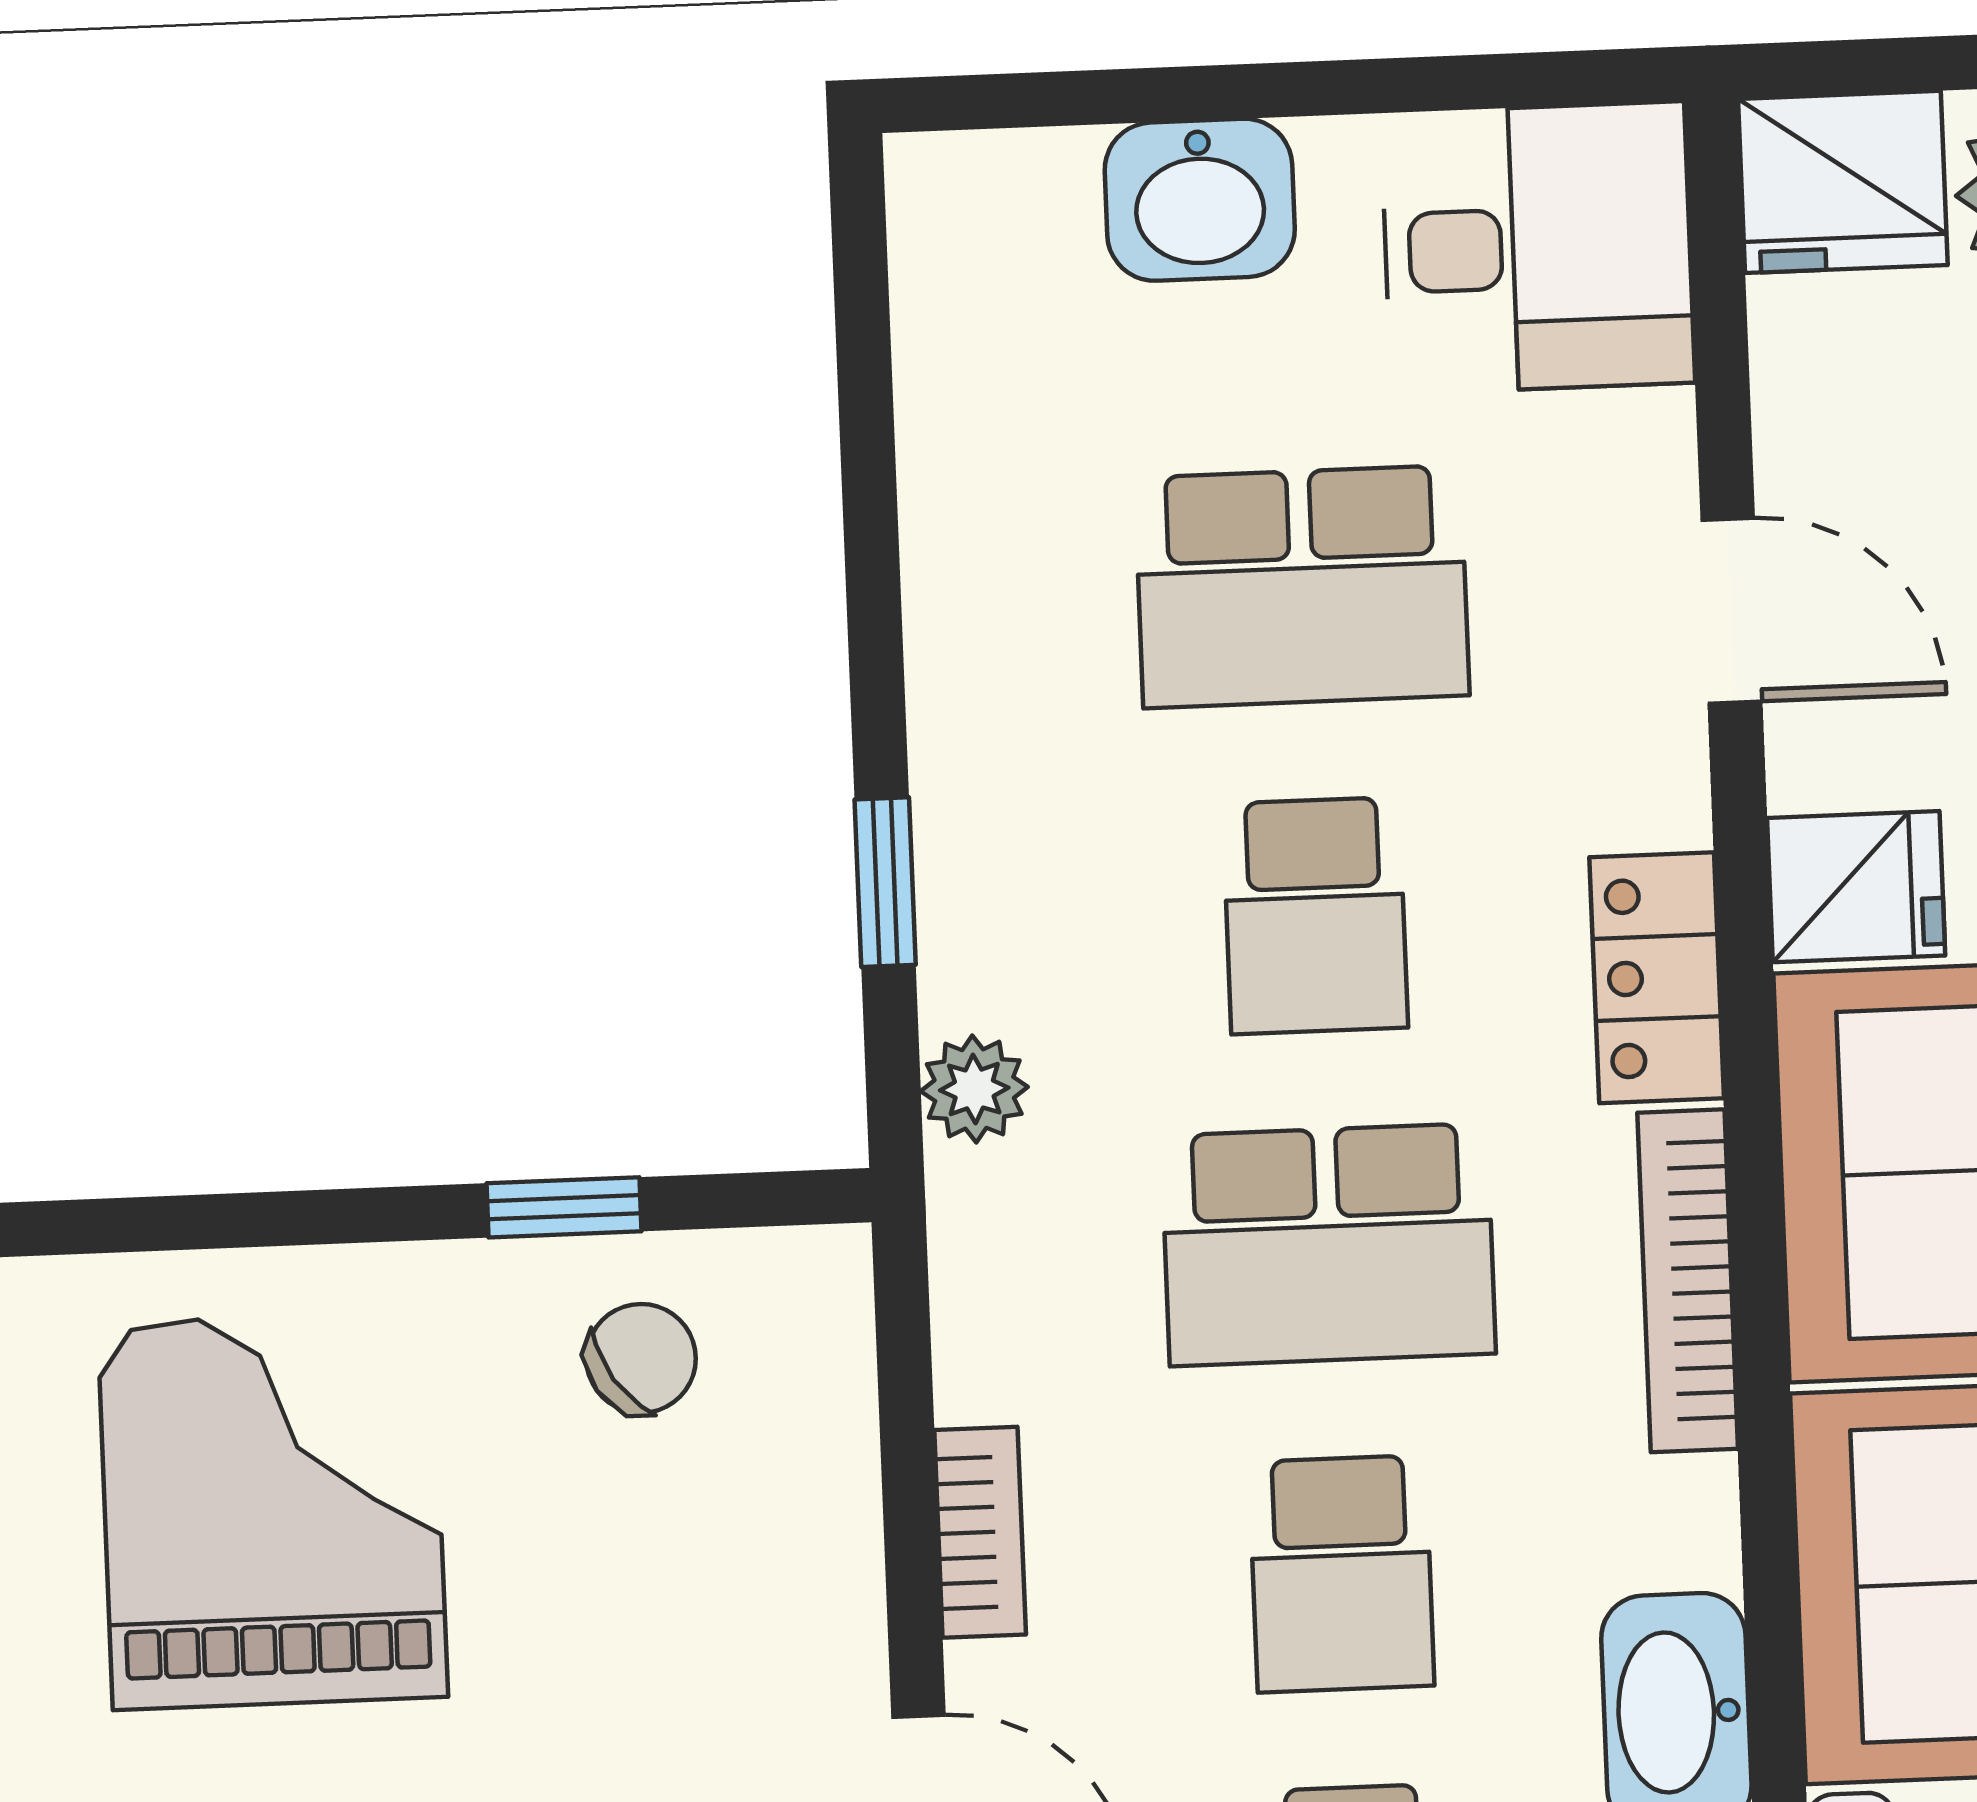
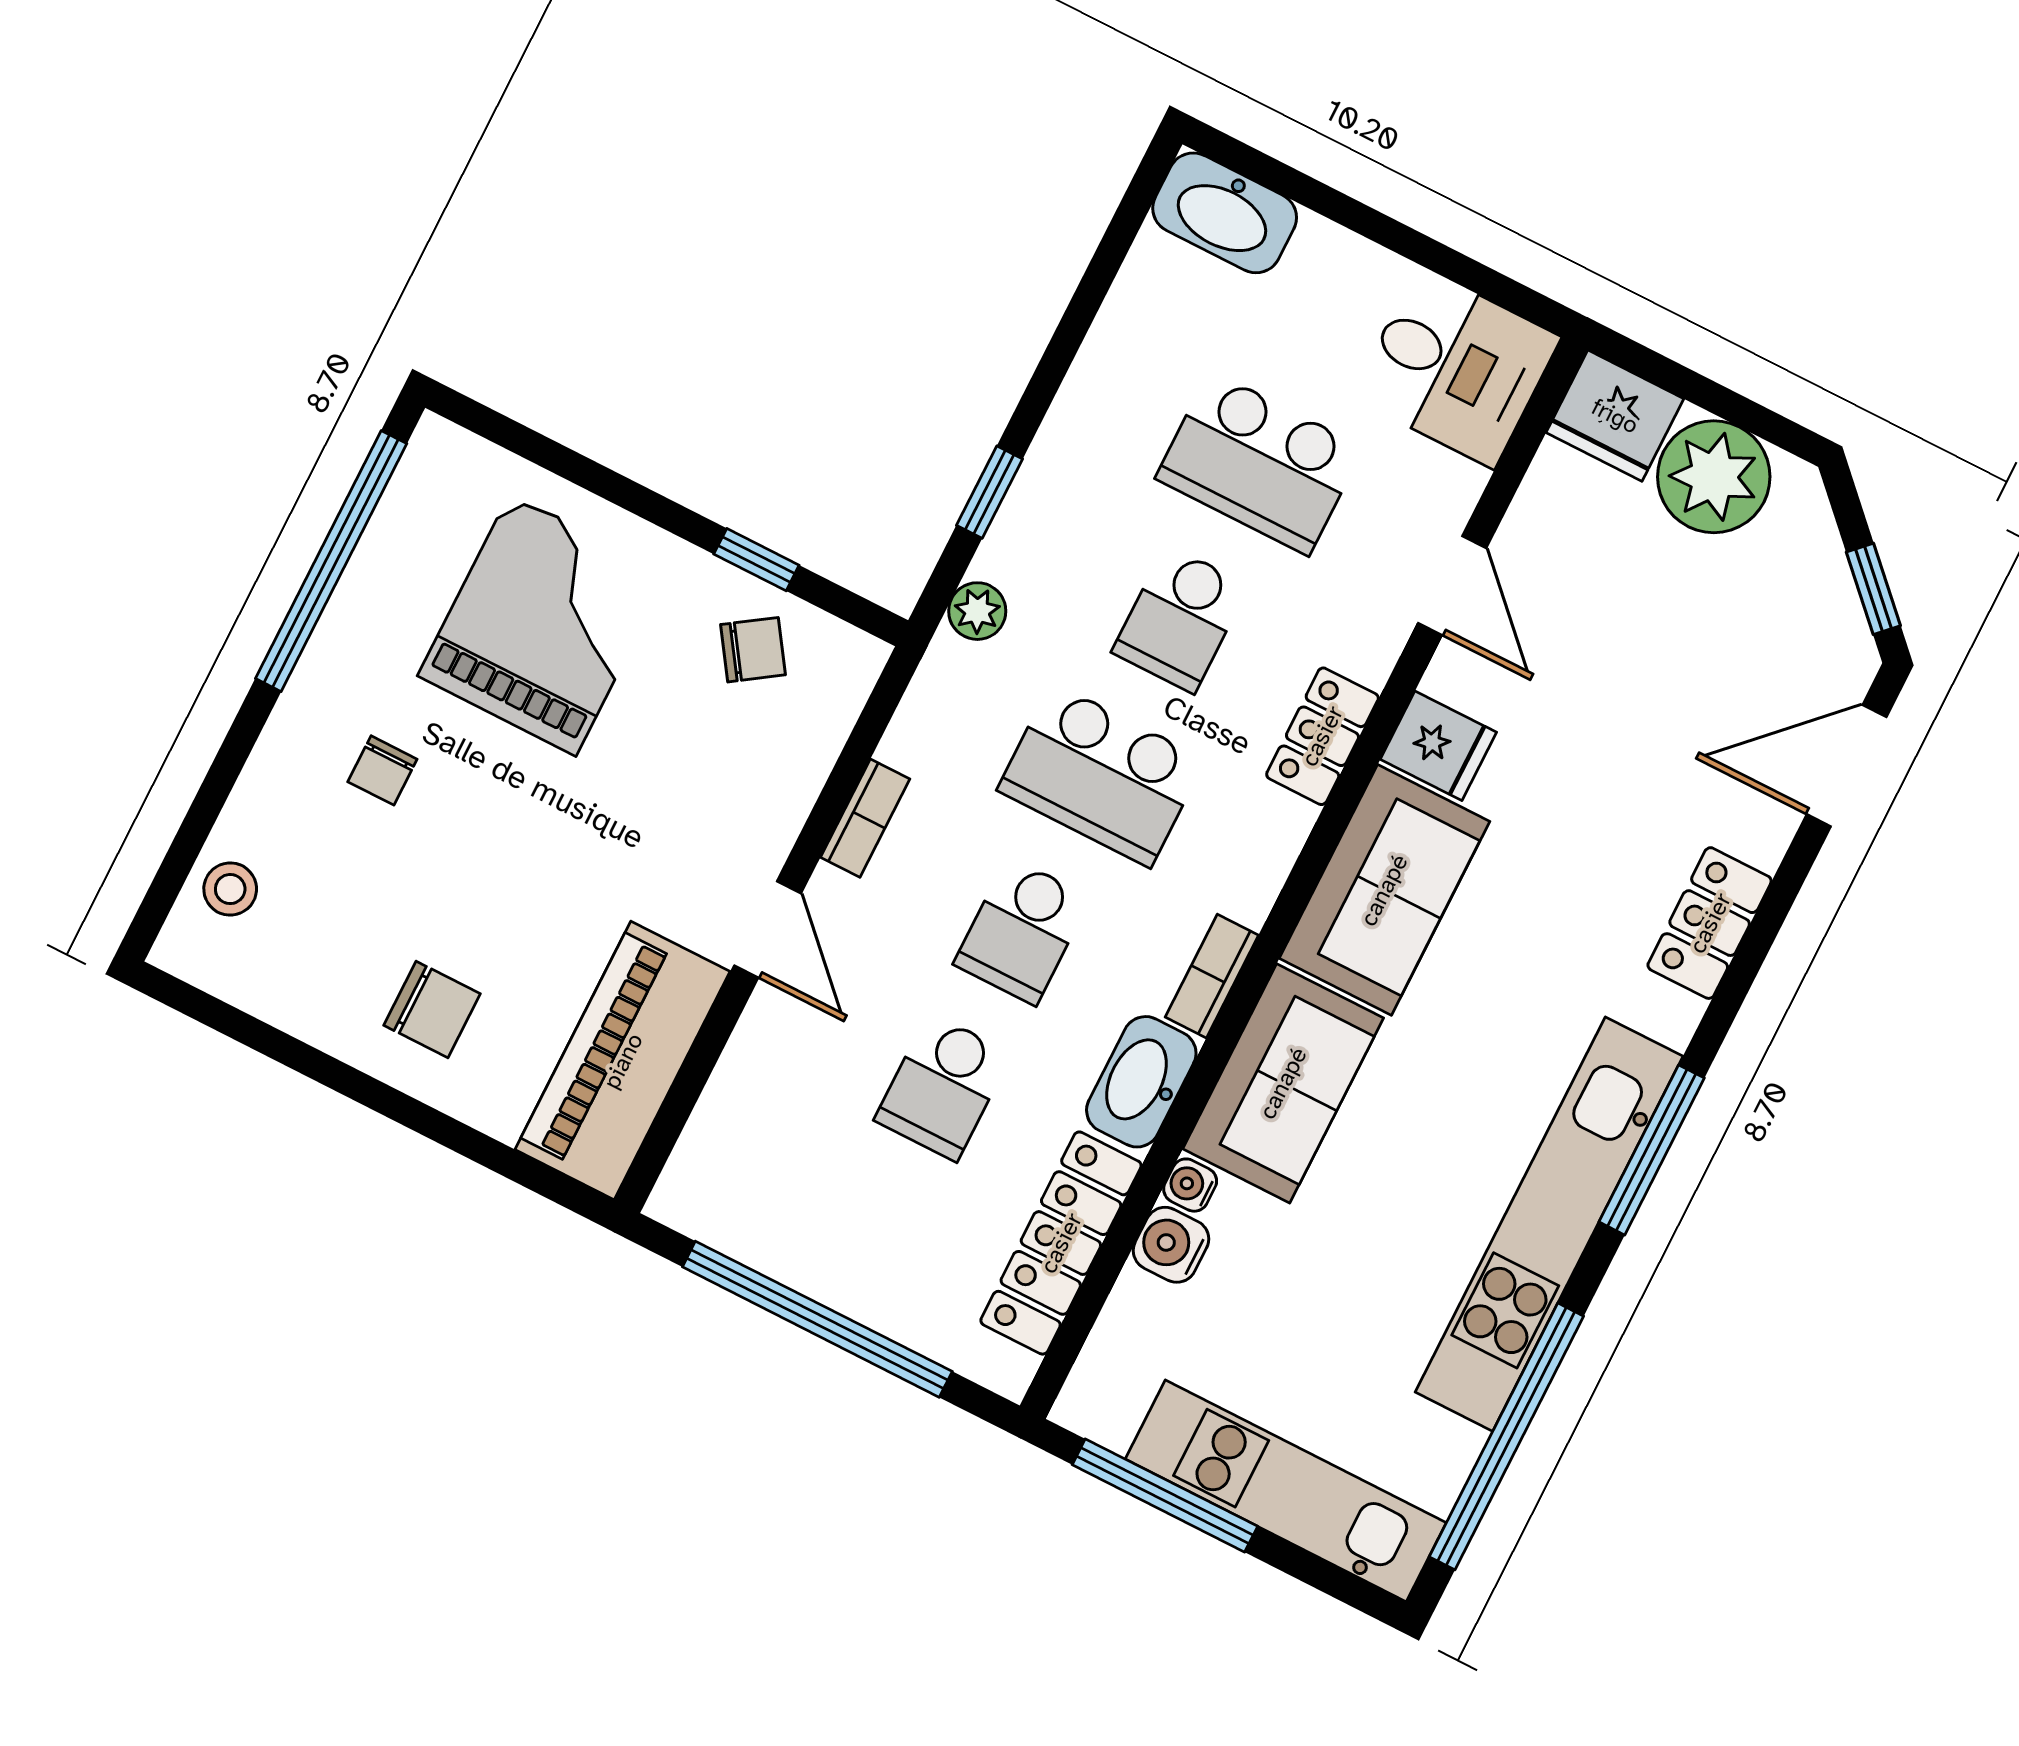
washbasin: (1200, 200) -> (1225, 213), moved, width x1.38
bookcase: (1688, 1281) -> (1212, 976), moved, width x0.64

